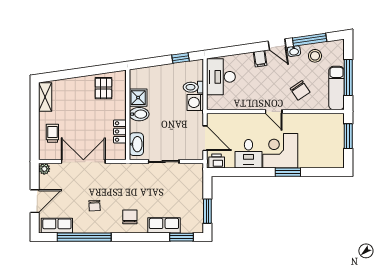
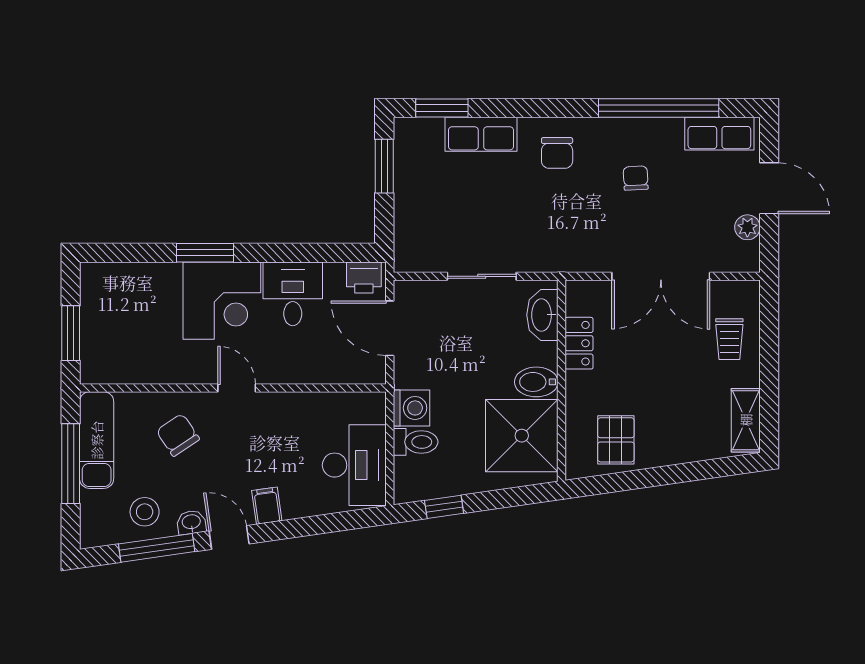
shower: (138, 98) -> (522, 436), width x1.86, depth x1.86
plant: (44, 169) -> (747, 227), moved
door: (35, 201) -> (769, 188), swing flipped

